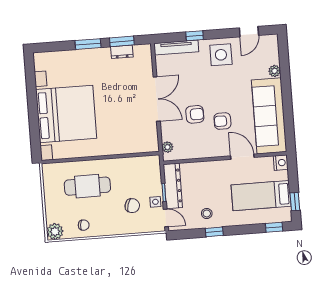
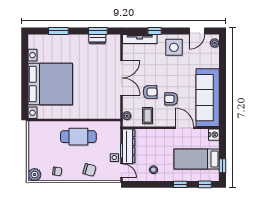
window: (88, 44) -> (58, 31), moved
plant: (275, 71) -> (215, 43), moved
coffee table: (194, 145) -> (148, 116), added
cafe table: (87, 186) -> (78, 137), moved
chair: (132, 206) -> (89, 170), moved
window: (214, 232) -> (180, 184), moved

